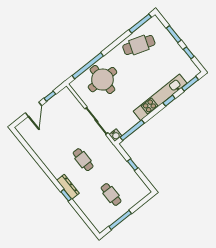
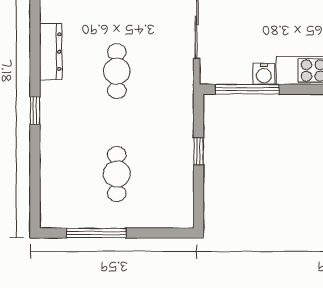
water cooler: (115, 135) -> (264, 74), moved
dresser: (68, 187) -> (51, 52), moved

